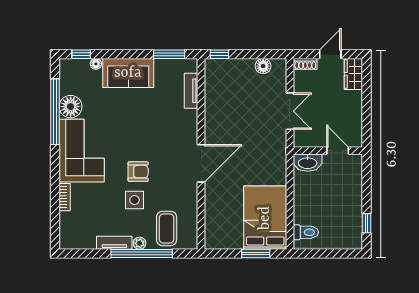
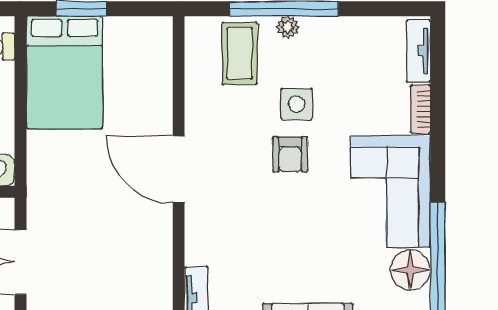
door: (201, 163) -> (179, 169), hinge flipped
armchair: (138, 172) -> (290, 154), turned -90
tv unit: (114, 243) -> (418, 51), moved, turned 90

